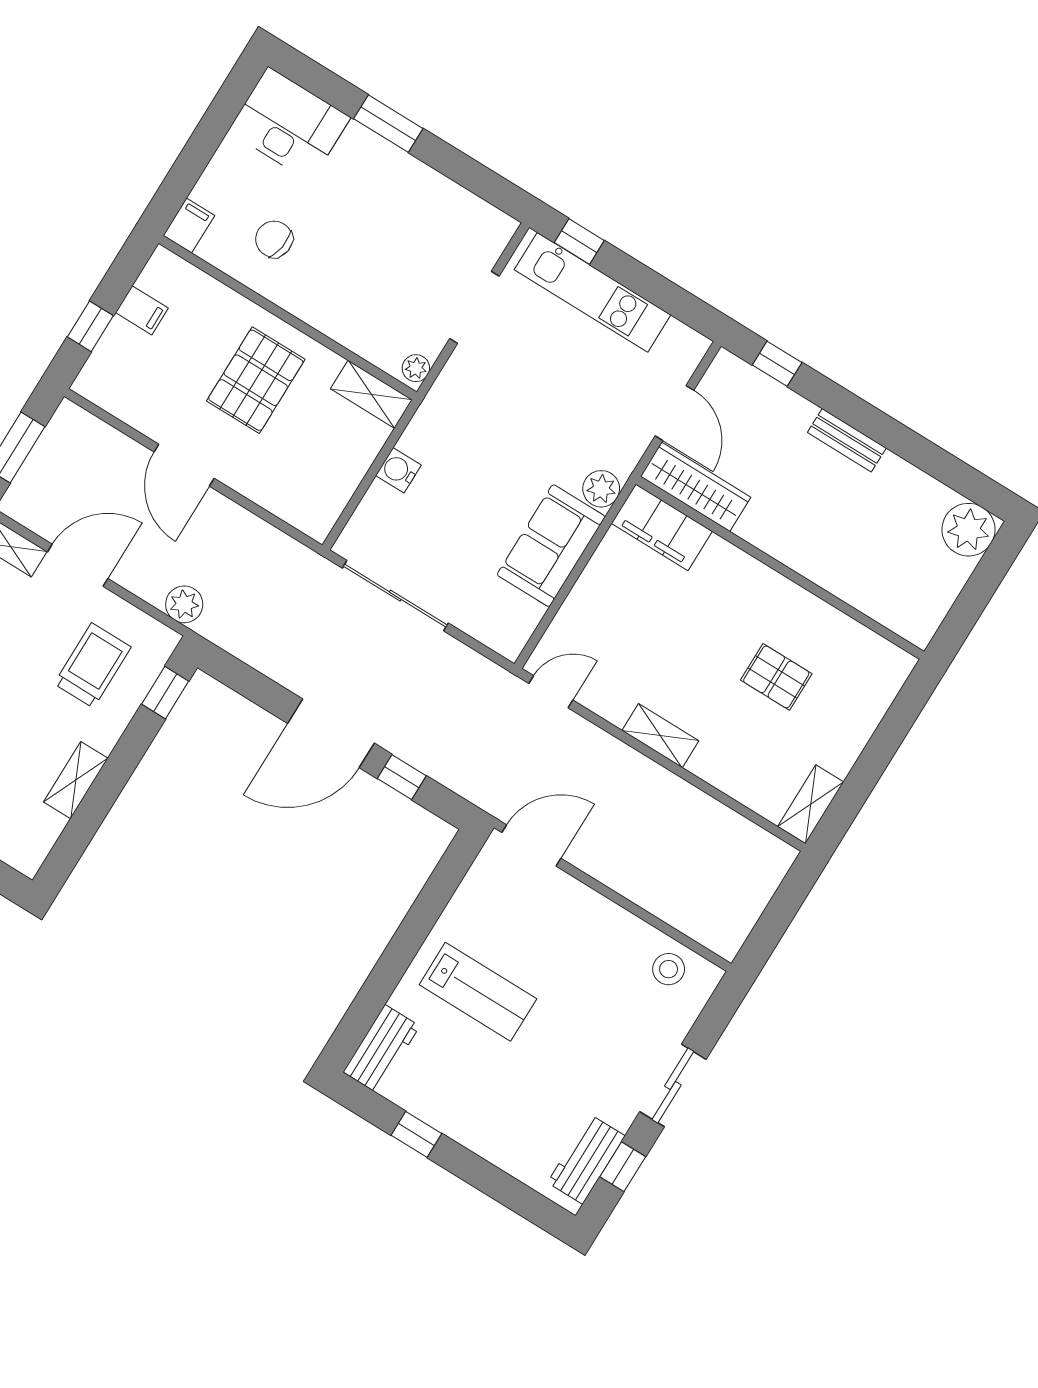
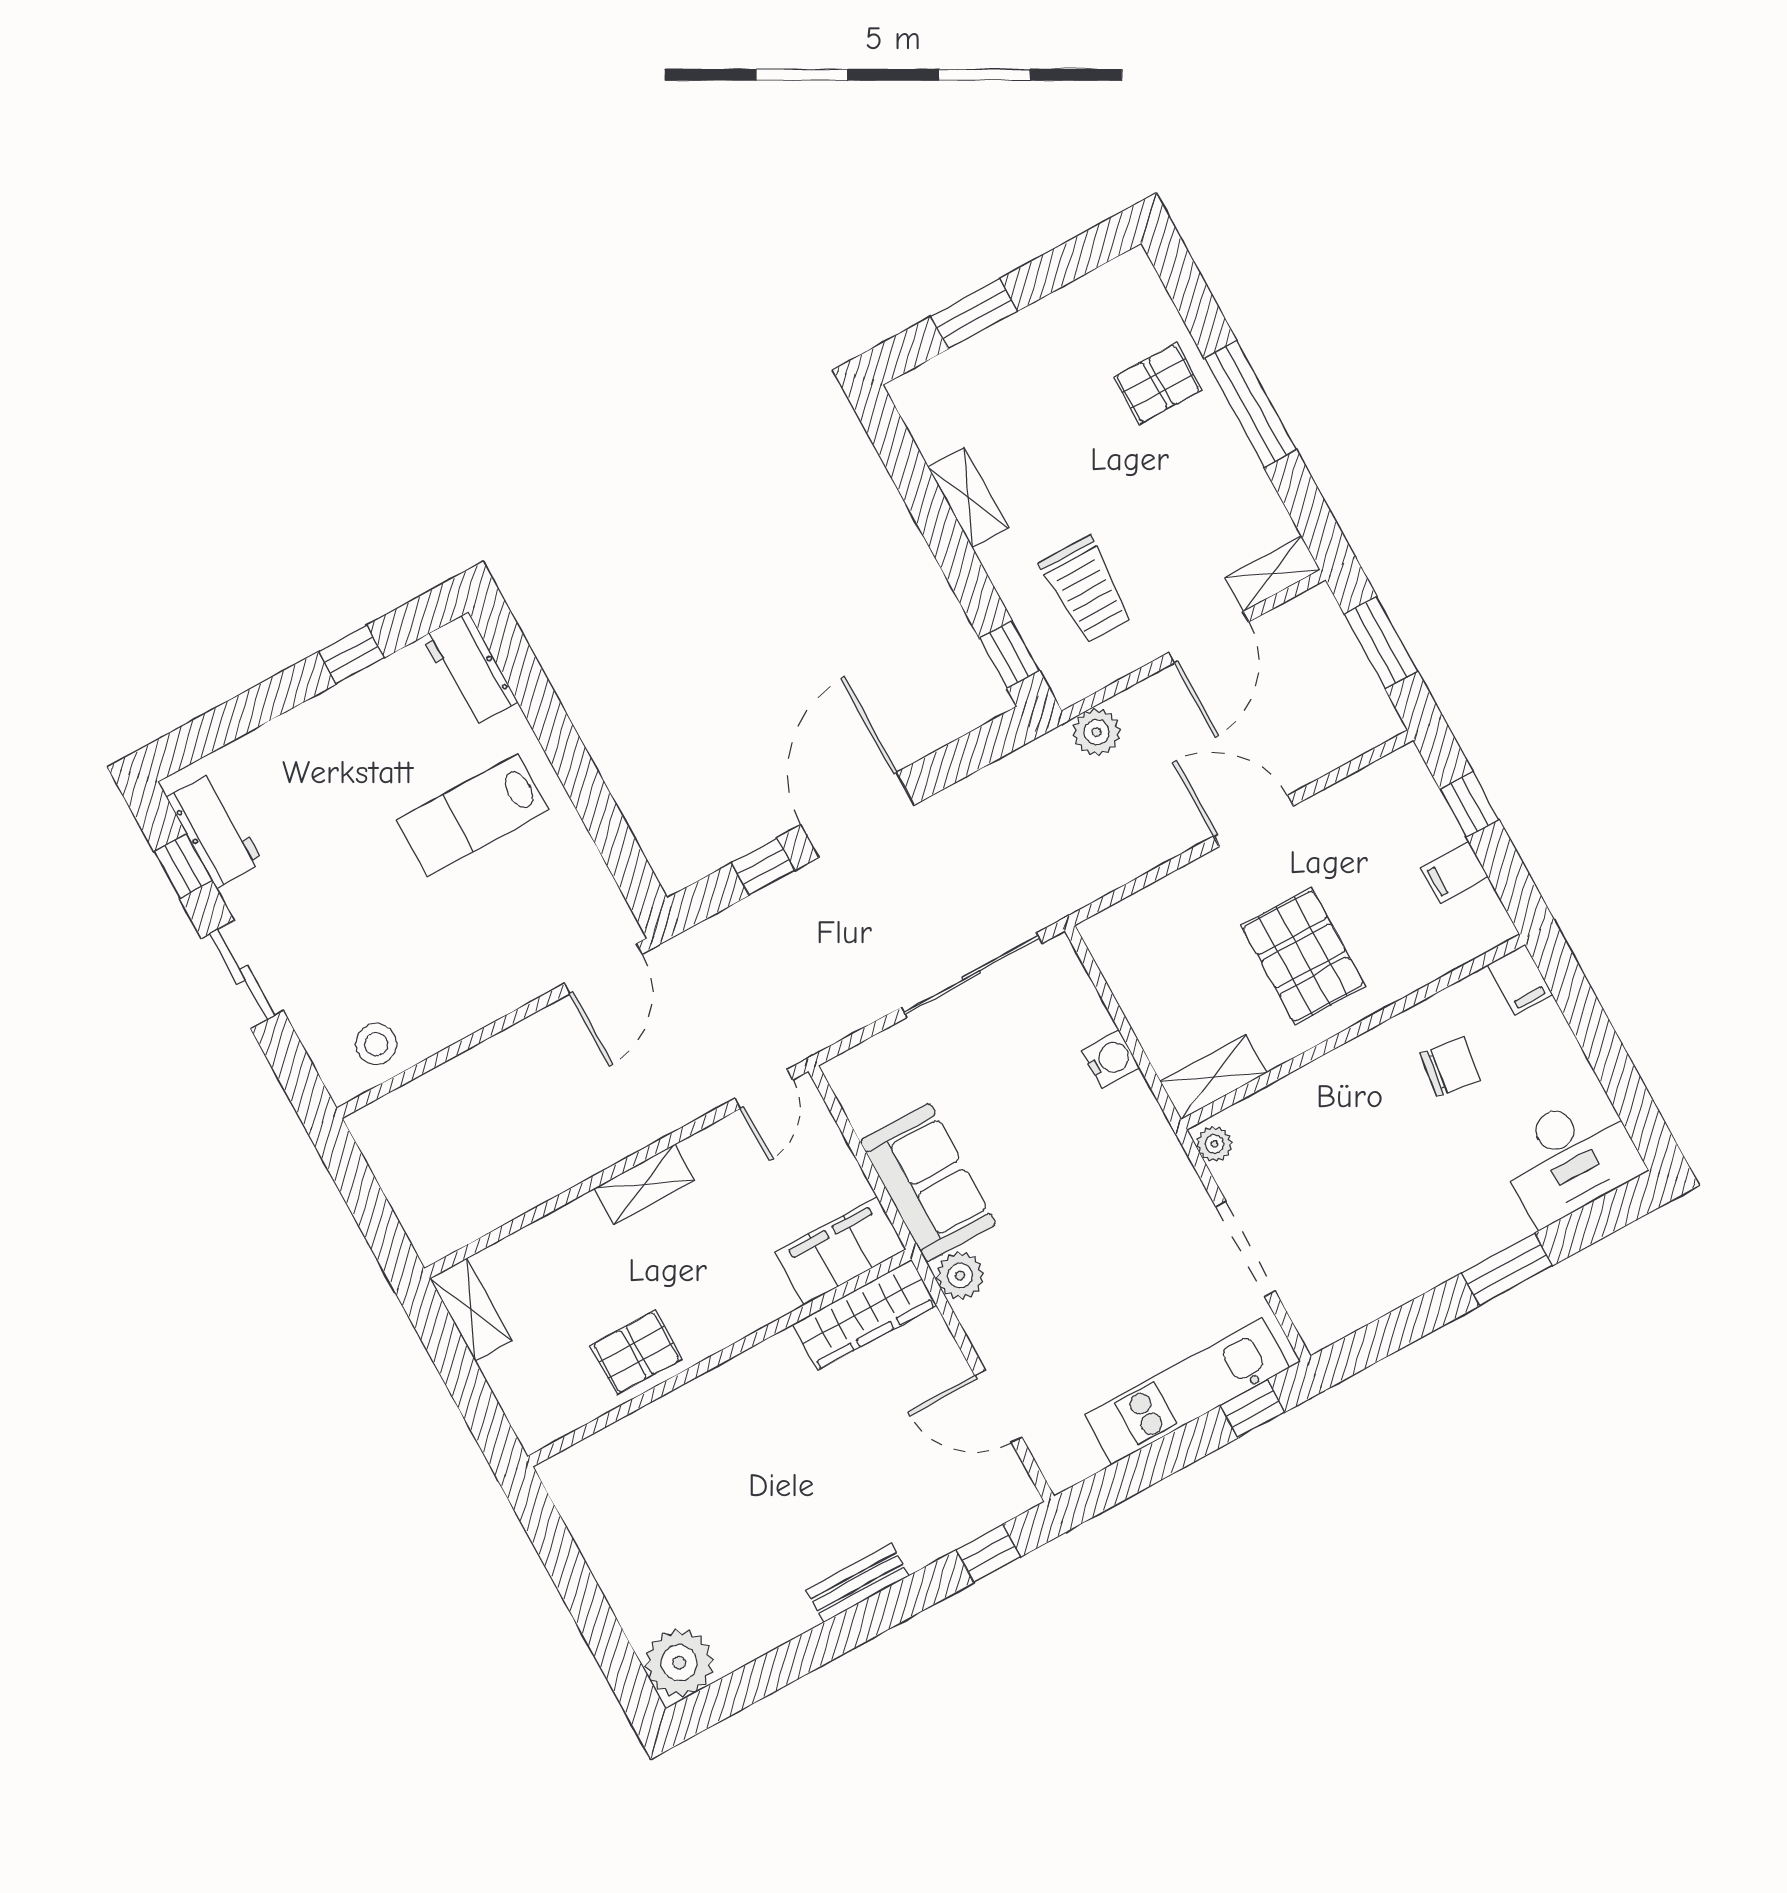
wardrobe: (696, 487) -> (865, 1315), moved
filing cabinet: (662, 527) -> (841, 1251), moved
wall: (780, 568) -> (719, 1358), moved

